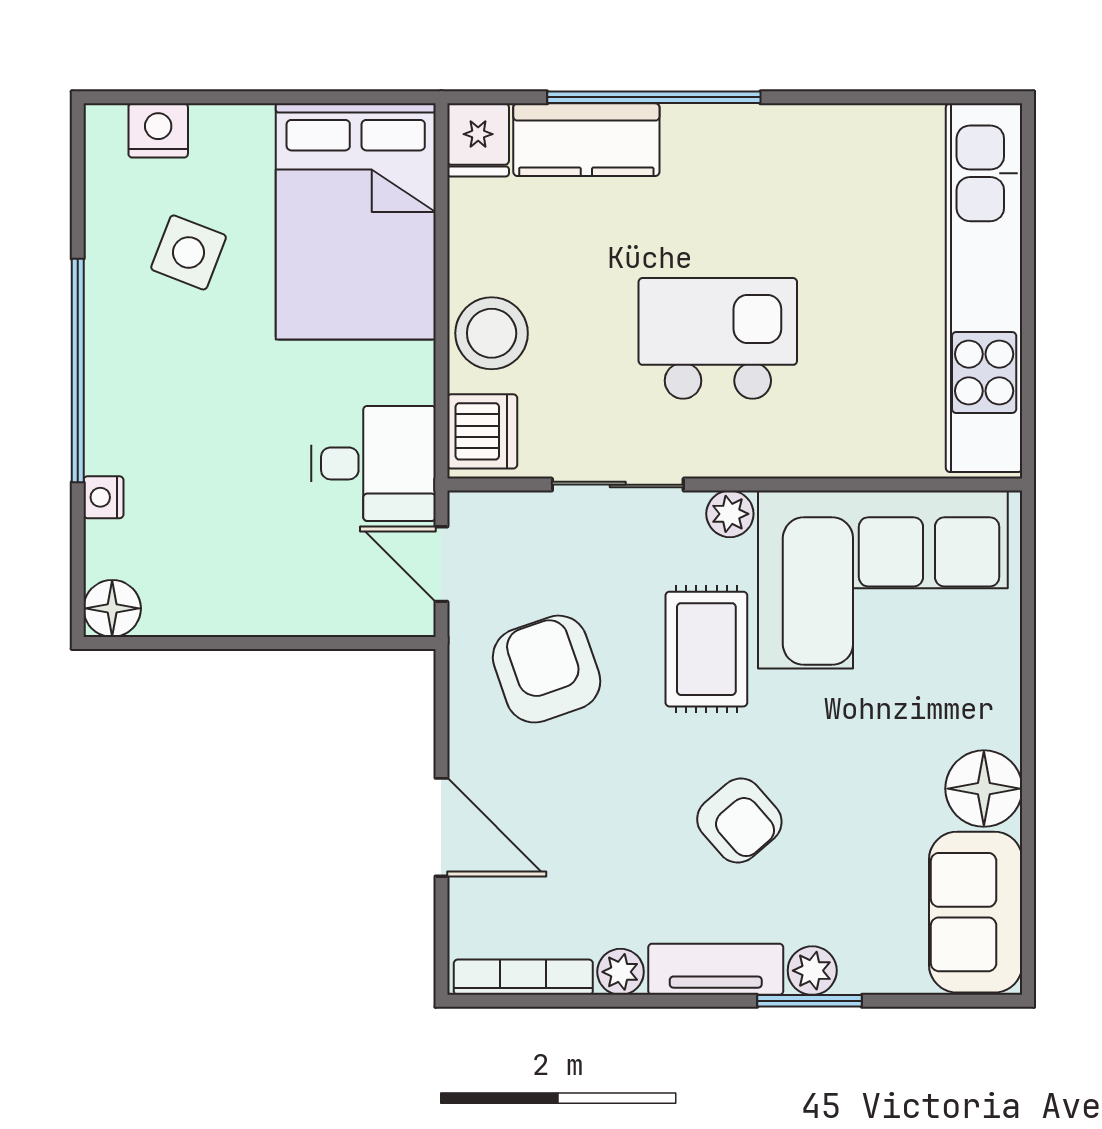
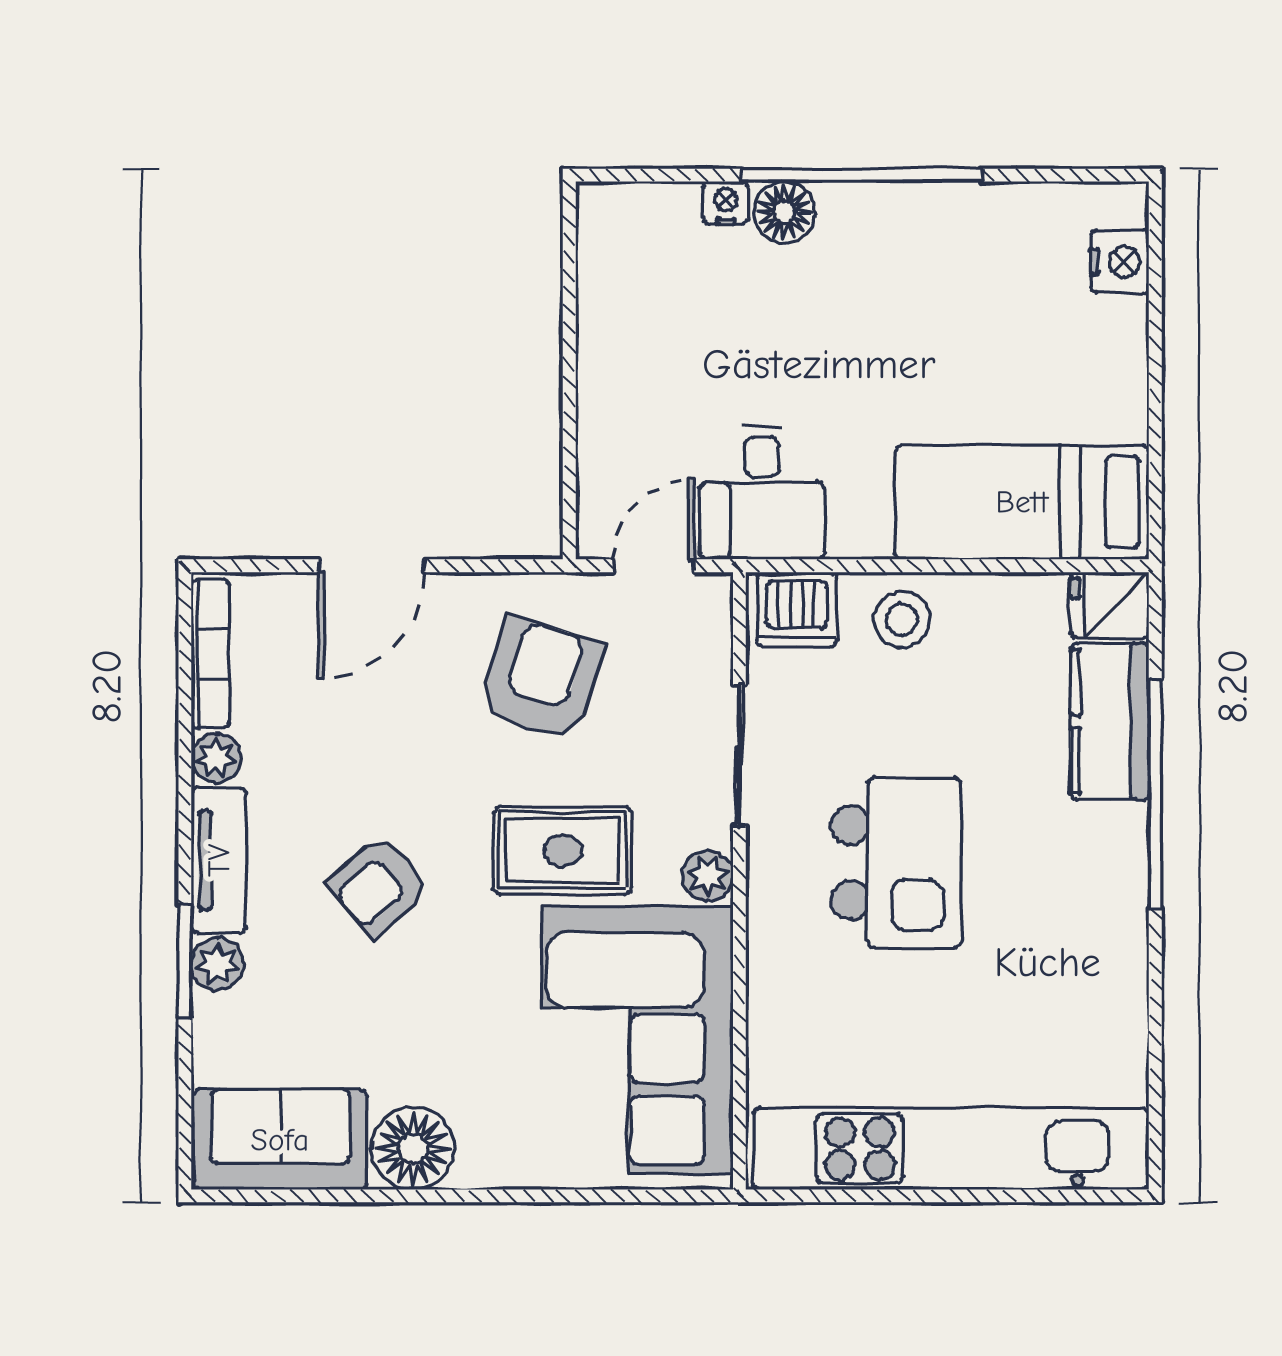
bed: (356, 221) -> (1022, 502), width x0.67
side table: (189, 252) -> (989, 294), removed
stool: (492, 333) -> (902, 620), width x0.73, depth x0.73
floor lamp: (112, 608) -> (784, 212), moved
armchair: (547, 669) -> (541, 679), turned -54

